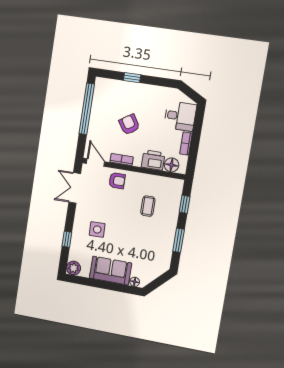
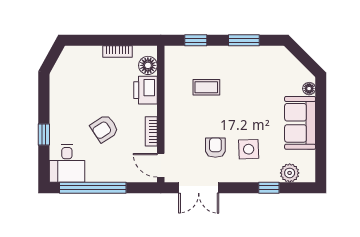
desk: (180, 116) -> (67, 163), moved, turned 180
door: (95, 163) -> (161, 165), hinge flipped
armchair: (117, 181) -> (215, 148), moved
plant: (74, 268) -> (290, 173), moved

